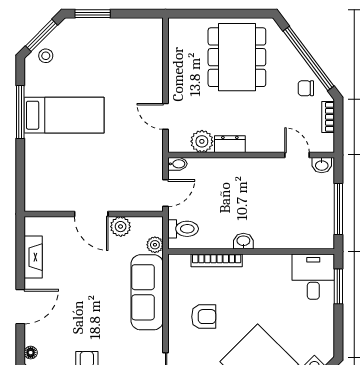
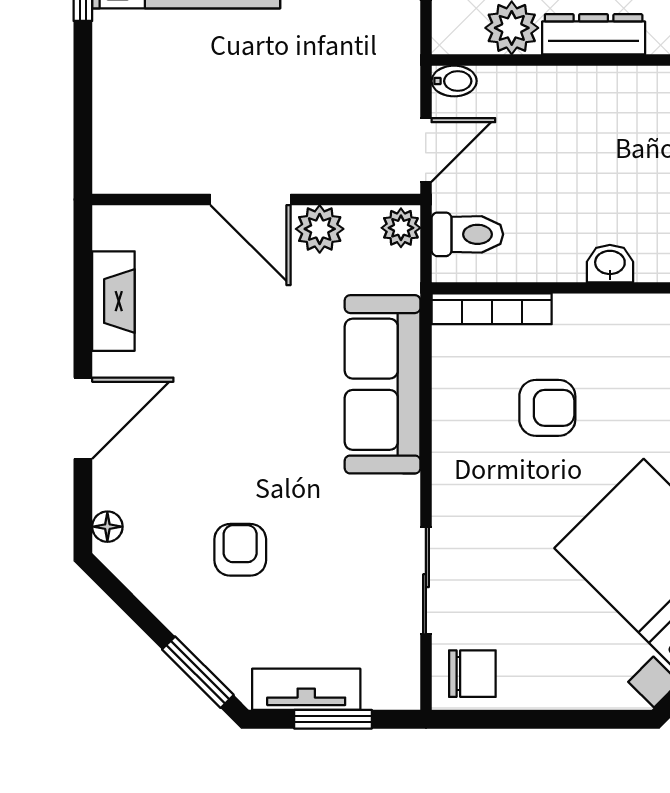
dresser: (230, 144) -> (594, 34), width x1.44
plant: (155, 245) -> (401, 228), moved
bookcase: (217, 260) -> (492, 309), moved
armchair: (204, 317) -> (547, 408), moved

